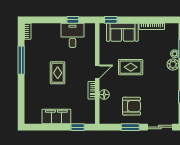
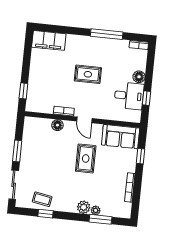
window: (111, 20) -> (141, 156), moved
floor lamp: (55, 28) -> (139, 77), added
sofa: (122, 32) -> (121, 137), moved, turned -90
coffee table: (170, 101) -> (42, 199), added
armchair: (132, 106) -> (41, 155), removed
filing cabinet: (56, 116) -> (49, 40), moved, turned 90

